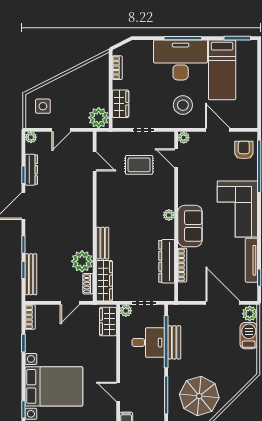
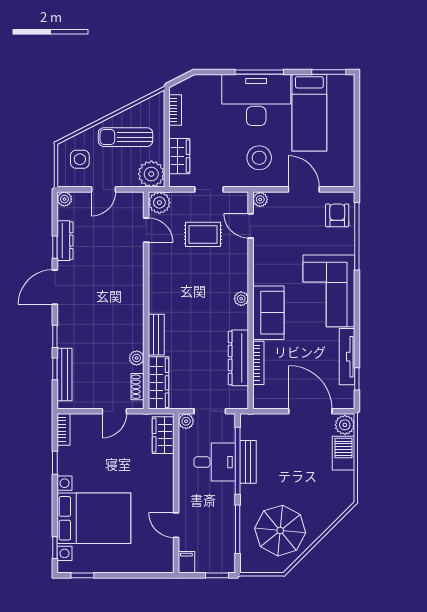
sun lounger: (79, 89) -> (126, 137), added
plant: (105, 140) -> (159, 203), added
plant: (82, 261) -> (137, 358), width x0.53, depth x0.53

